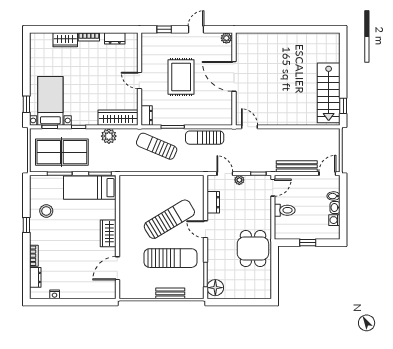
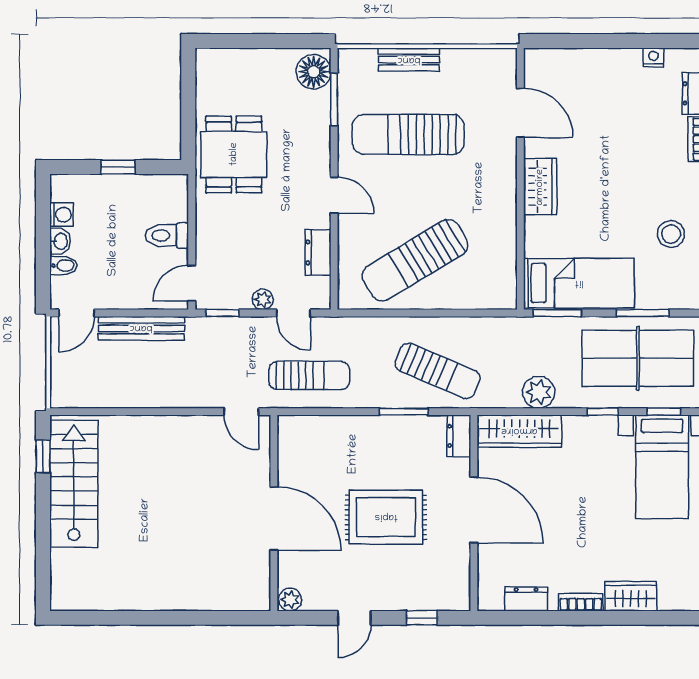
rug: (181, 77) -> (386, 517), turned 90
door: (139, 80) -> (474, 510), width x1.87
sun lounger: (205, 138) -> (309, 376), moved
sun lounger: (169, 219) -> (415, 260), moved
door: (117, 268) -> (520, 113), hinge flipped

